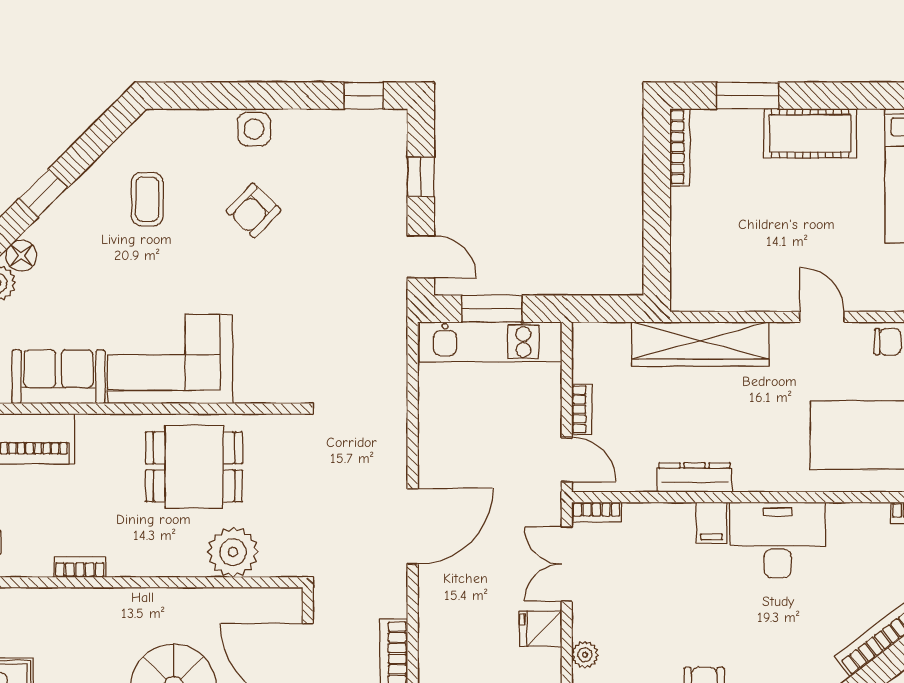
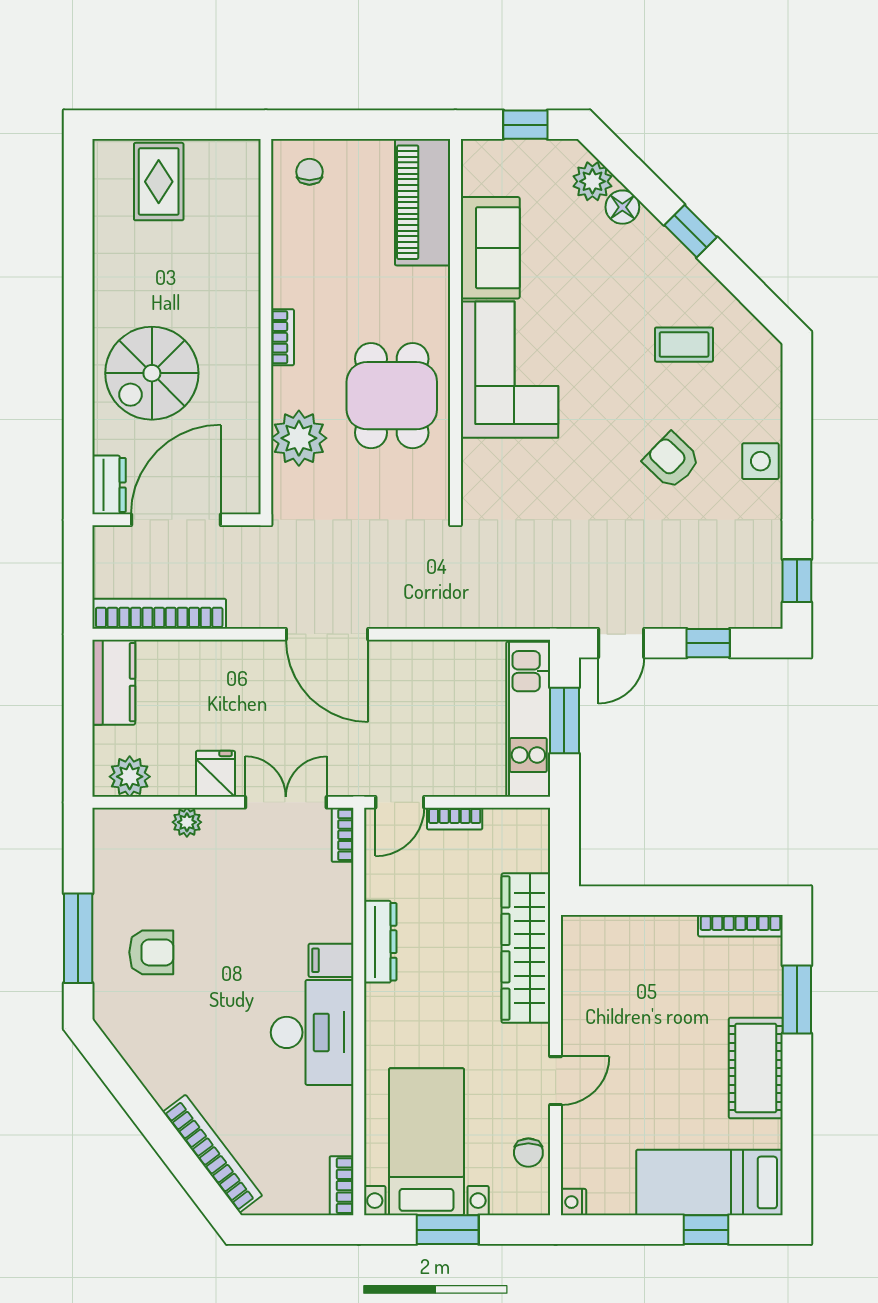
bookcase: (80, 567) -> (283, 337), moved

